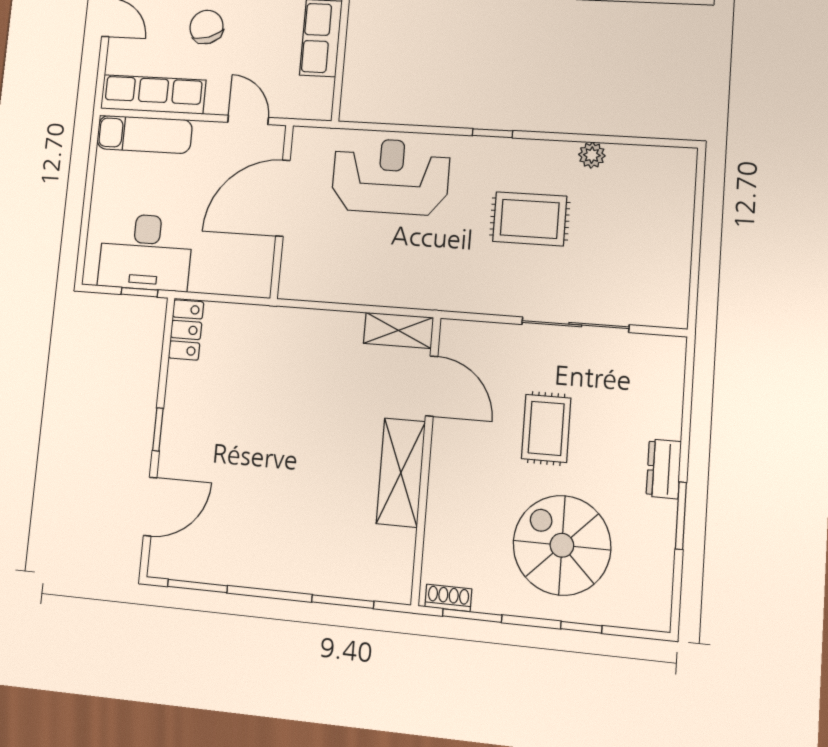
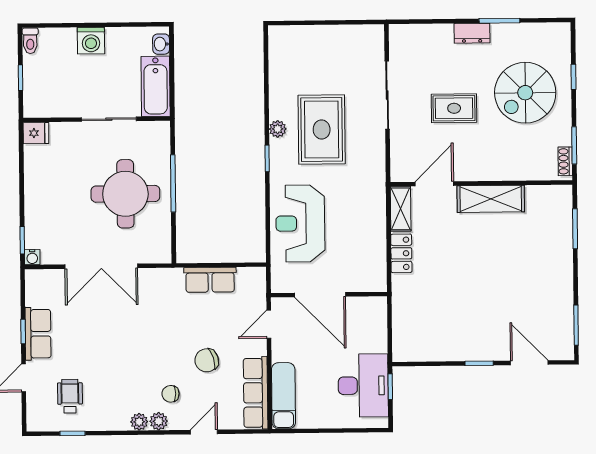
plant: (592, 155) -> (278, 129), moved
rug: (530, 219) -> (322, 129), width x1.36, depth x1.43
locker: (186, 330) -> (401, 253), moved, turned 90

